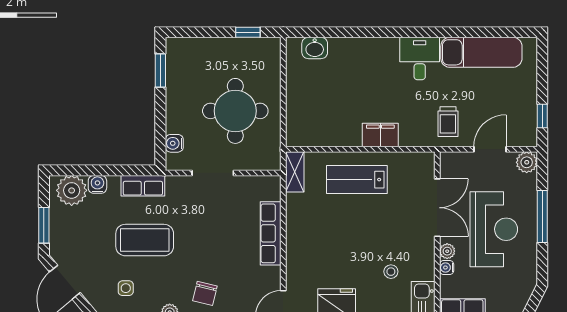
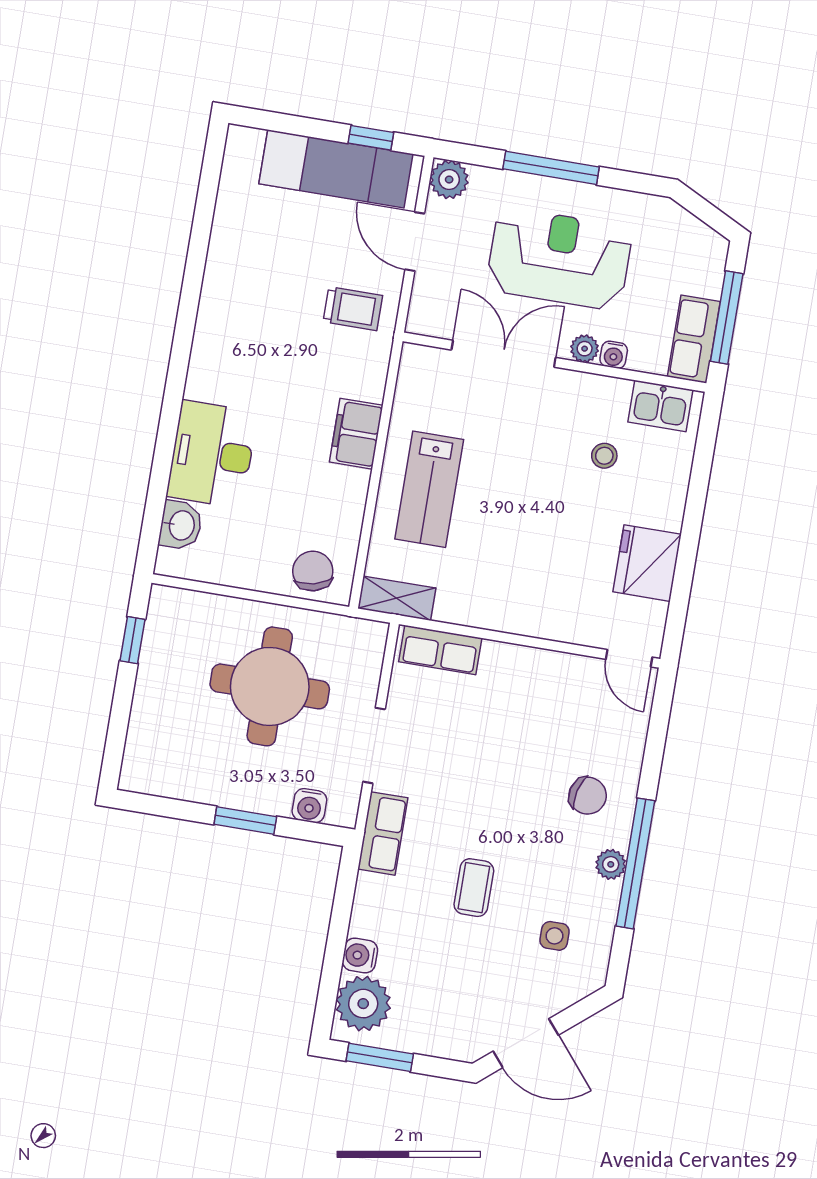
exam couch: (481, 52) -> (336, 169), moved, turned 90
desk: (420, 58) -> (212, 454), moved, width x1.37
window: (160, 71) -> (245, 820), moved
chair: (302, 124) -> (313, 571), added
row of seats: (143, 186) -> (383, 833), moved
window: (44, 225) -> (380, 1057), moved
row of seats: (271, 233) -> (440, 650), moved, width x0.68
coffee table: (145, 240) -> (474, 888), width x0.54, depth x0.58

